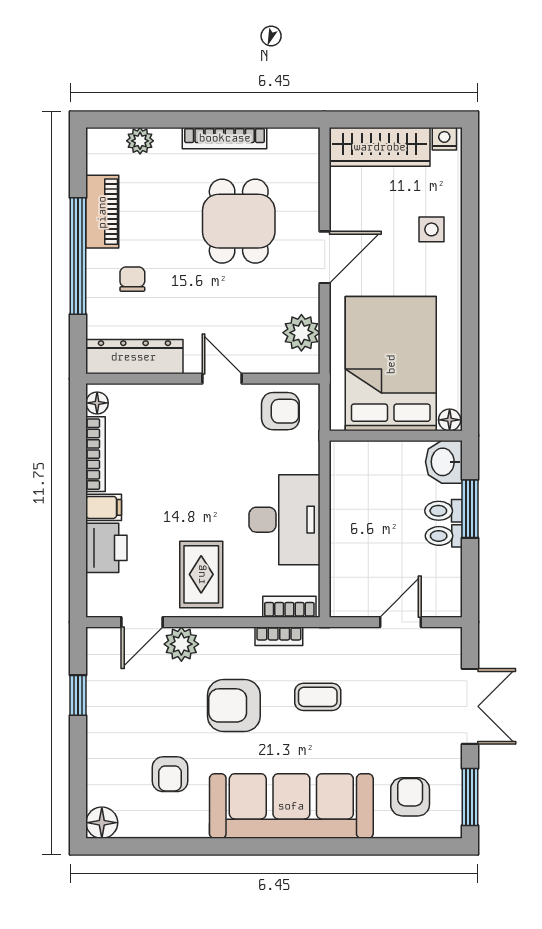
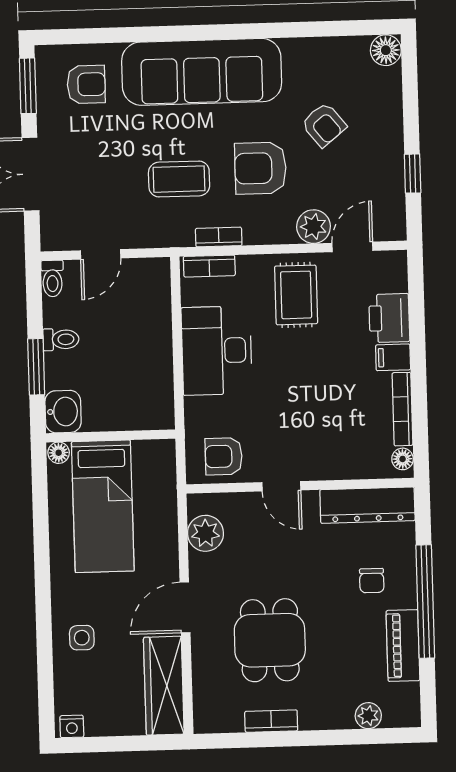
bookcase: (225, 138) -> (271, 721), width x0.64
wardrobe: (380, 147) -> (164, 686), moved, turned -90
bed: (391, 364) -> (103, 506), width x0.67
toilet: (443, 511) -> (52, 279), moved, turned 90
coffee table: (318, 697) -> (179, 179), width x1.36, depth x1.30
armchair: (234, 705) -> (260, 168), turned 180
armchair: (170, 774) -> (324, 125), moved, turned 141
armchair: (410, 797) -> (86, 84), turned -90

